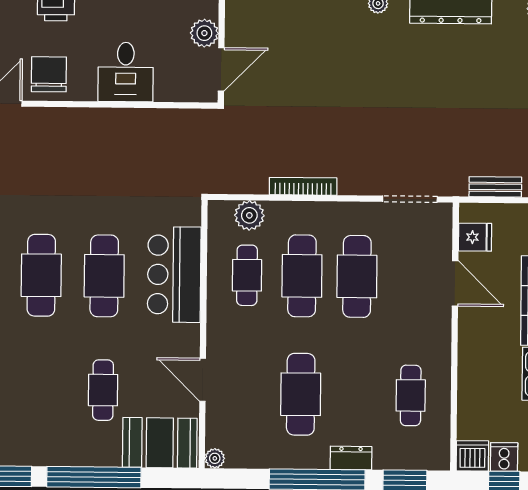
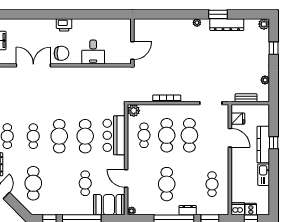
plant: (204, 33) -> (125, 36), removed
chair: (49, 74) -> (61, 53), turned 90
plant: (249, 215) -> (134, 111), moved

